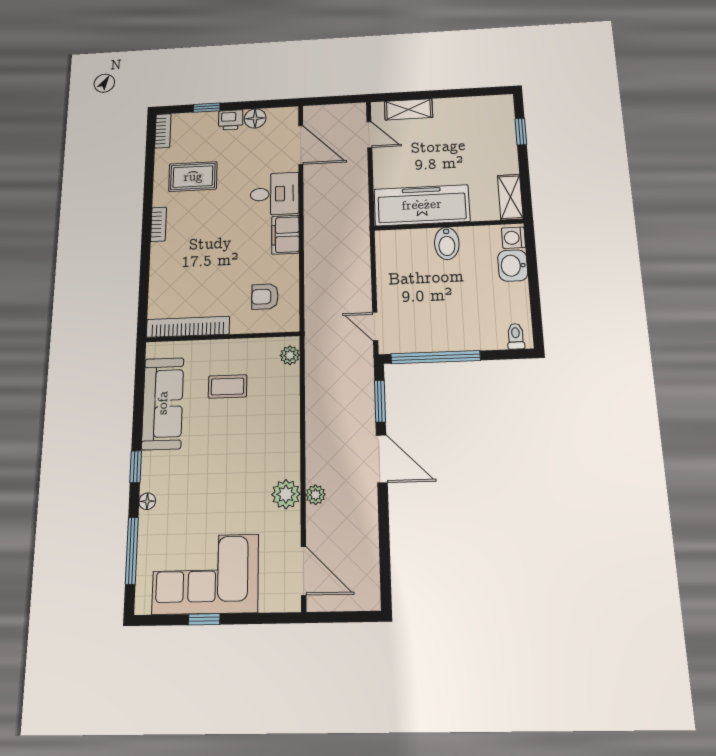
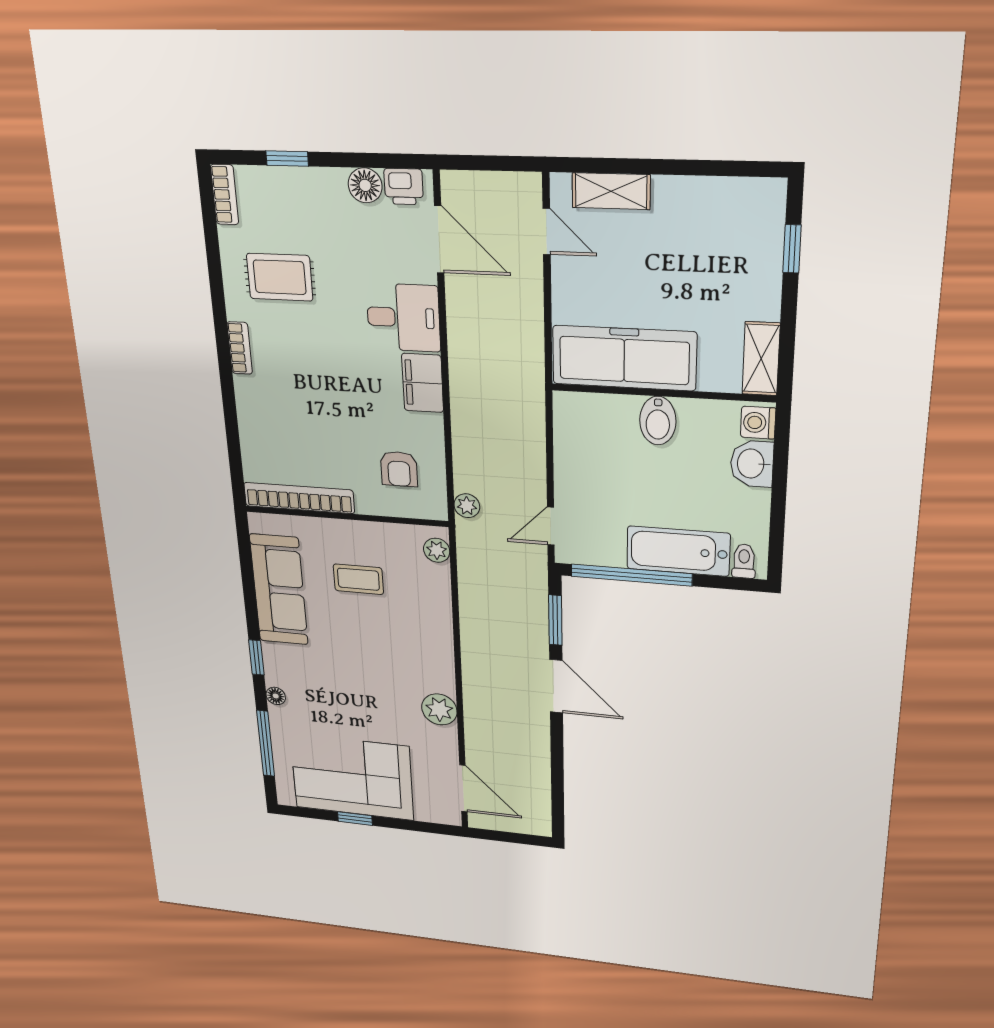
printer: (231, 120) -> (404, 187), moved
armchair: (265, 297) -> (399, 469), turned -90
door: (375, 326) -> (551, 526), hinge flipped
bathtub: (468, 334) -> (678, 551), added
plant: (316, 495) -> (467, 506), moved

